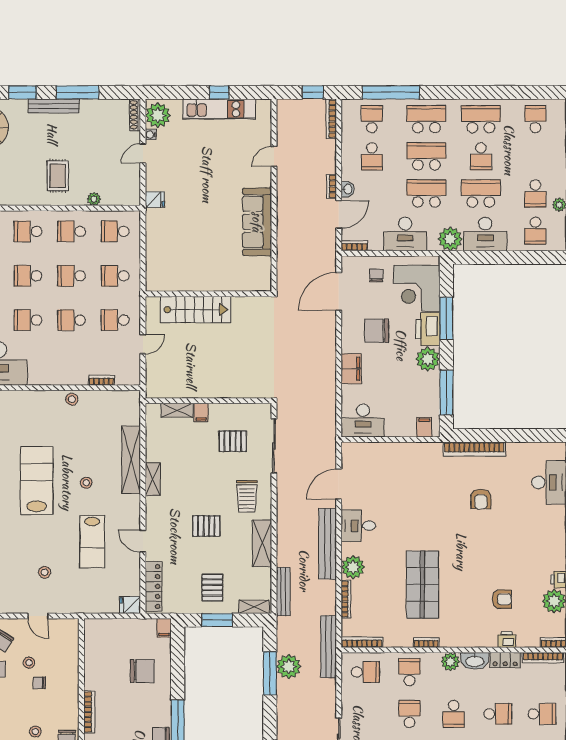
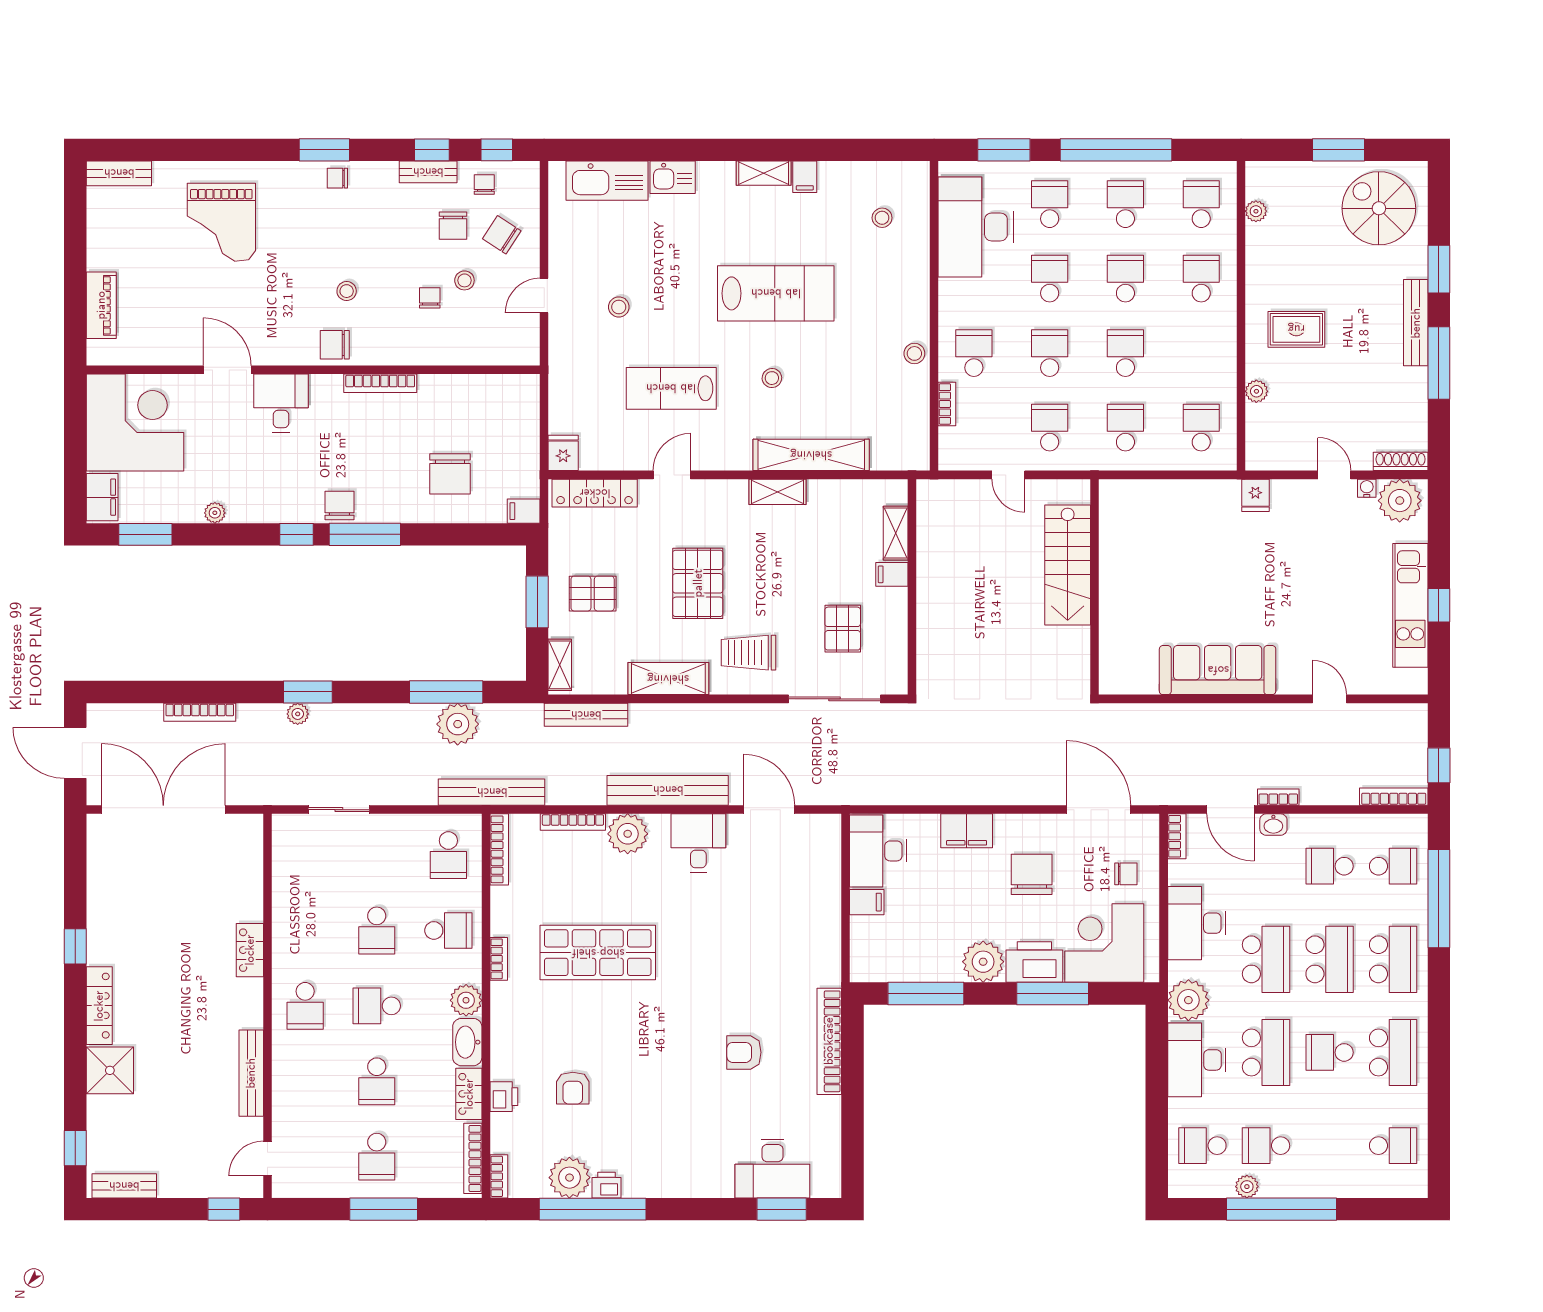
school desk: (72, 231) -> (974, 353), moved
filing cabinet: (424, 427) -> (867, 902), moved
pallet: (206, 526) -> (698, 583), width x1.50, depth x1.42
school desk: (409, 714) -> (377, 930), turned 90

